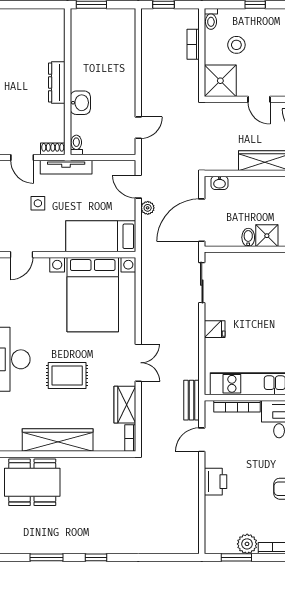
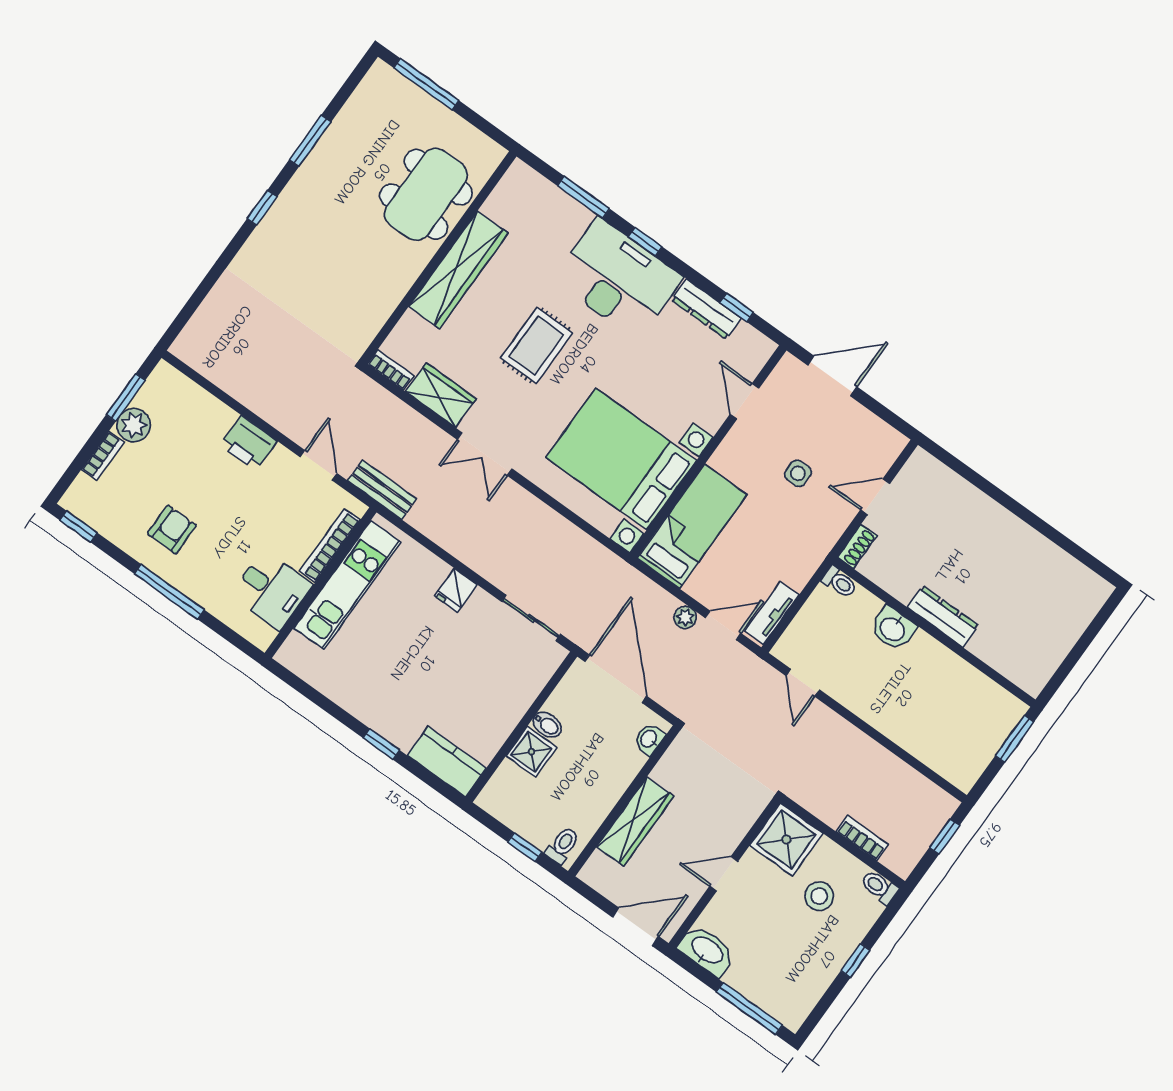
tv unit: (66, 167) -> (772, 613), moved, width x0.71

